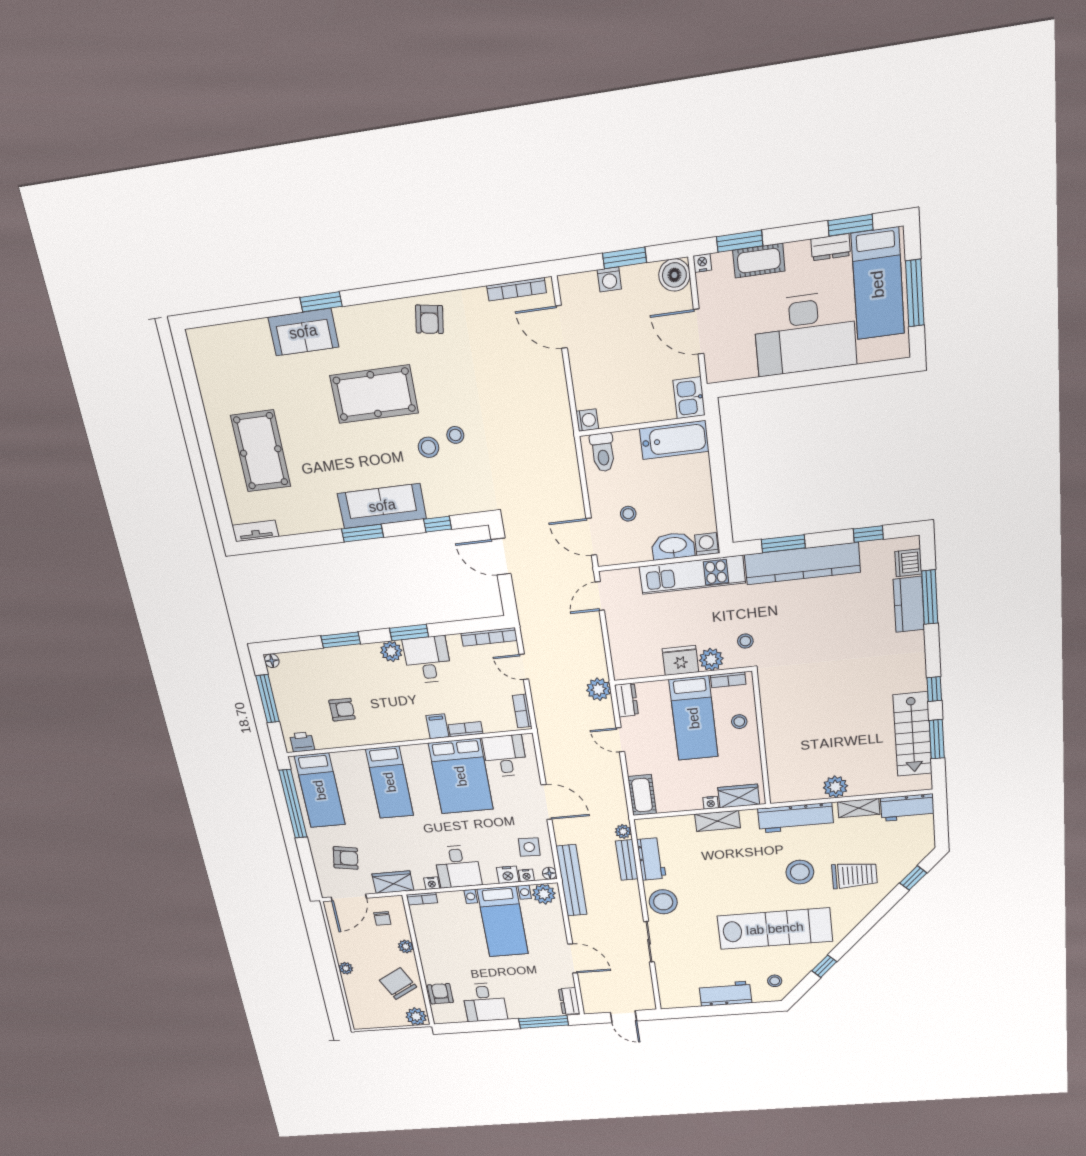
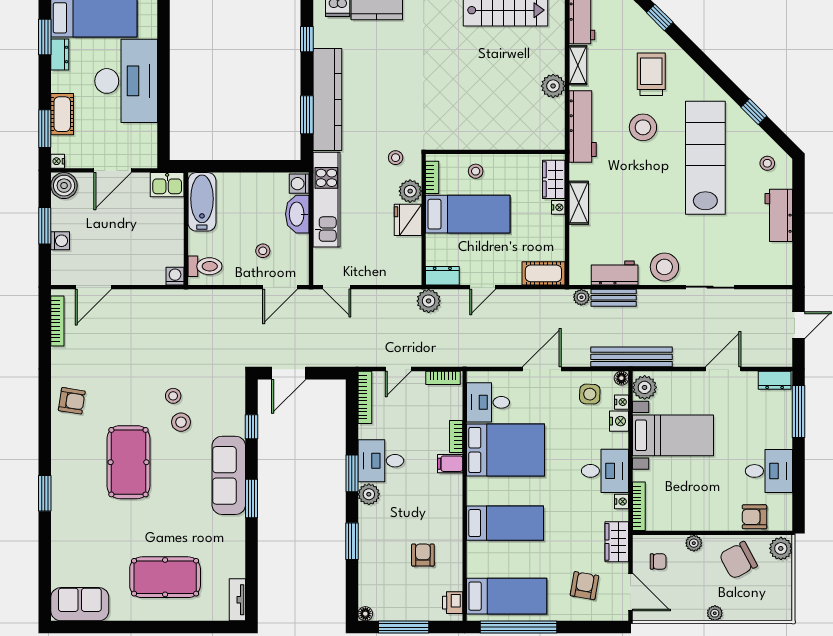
sofa: (303, 332) -> (80, 604), moved, turned -90
bookcase: (422, 899) -> (639, 506), width x1.56

